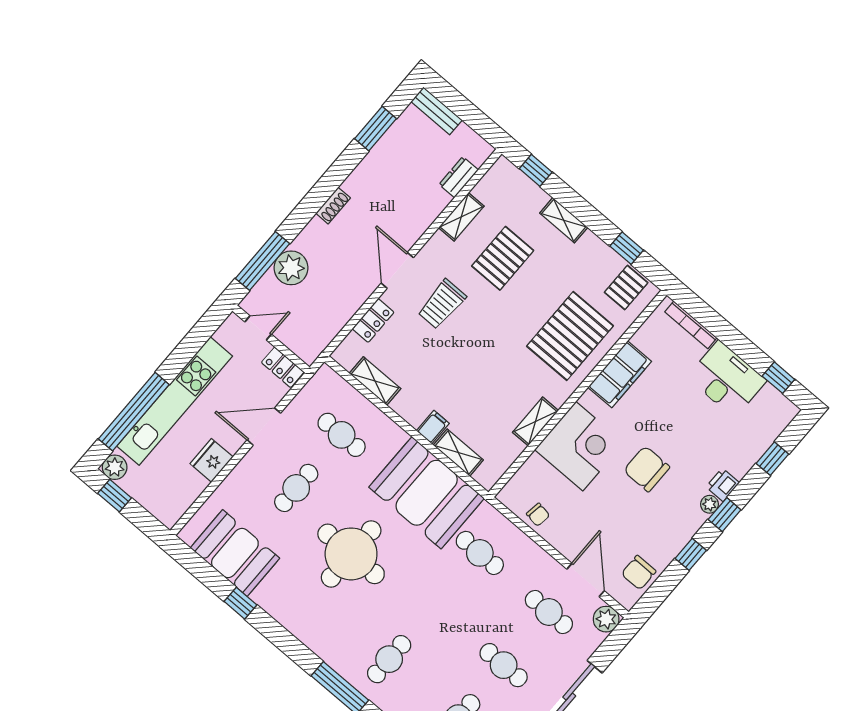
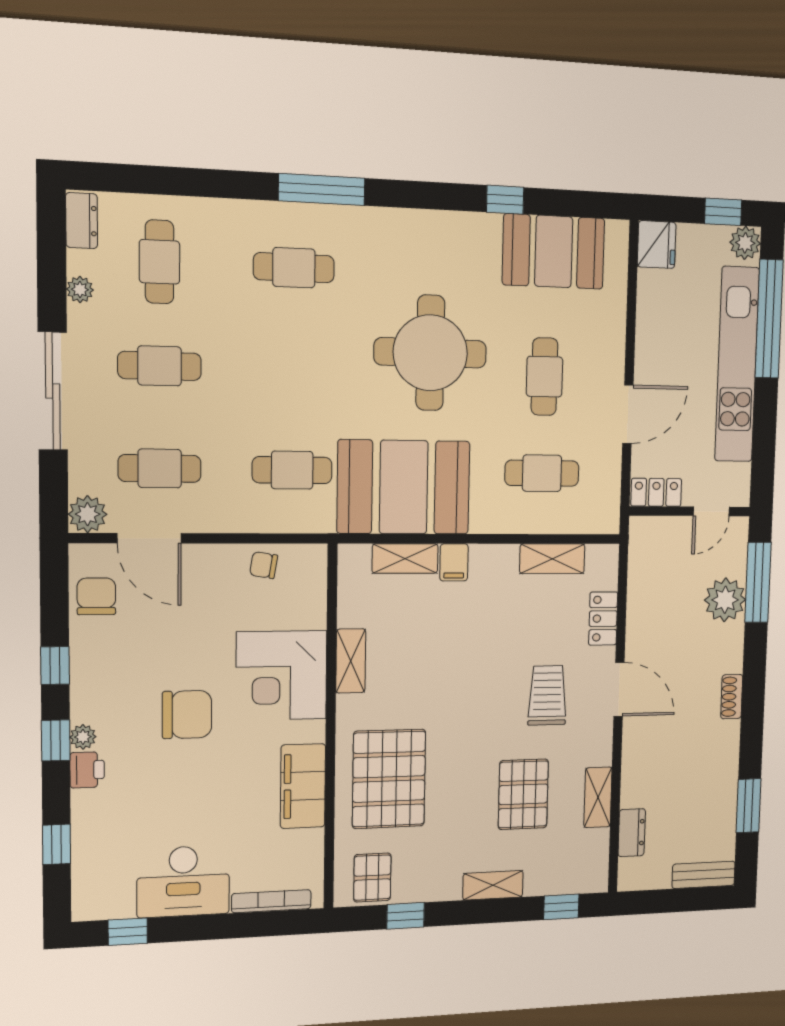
fridge: (212, 460) -> (657, 245), moved
cafe table: (389, 659) -> (294, 268), turned 90

